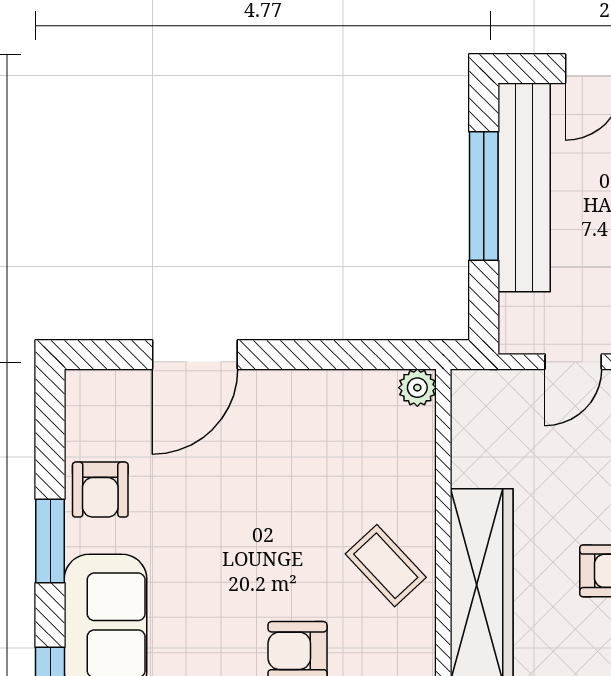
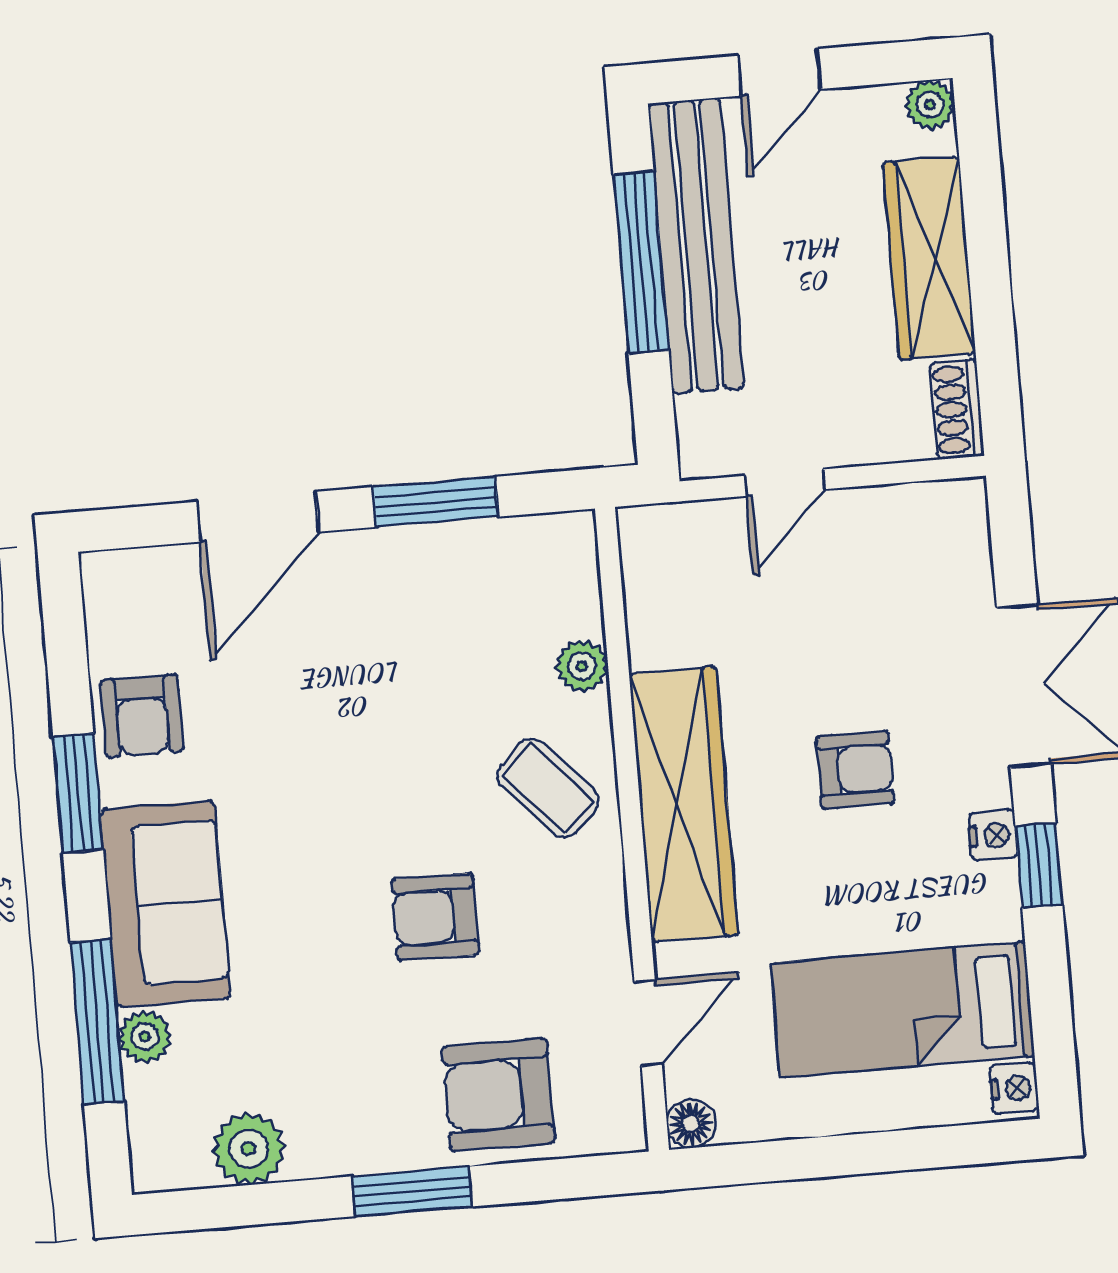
window: (323, 355) -> (436, 502), added
plant: (417, 388) -> (582, 666), moved

